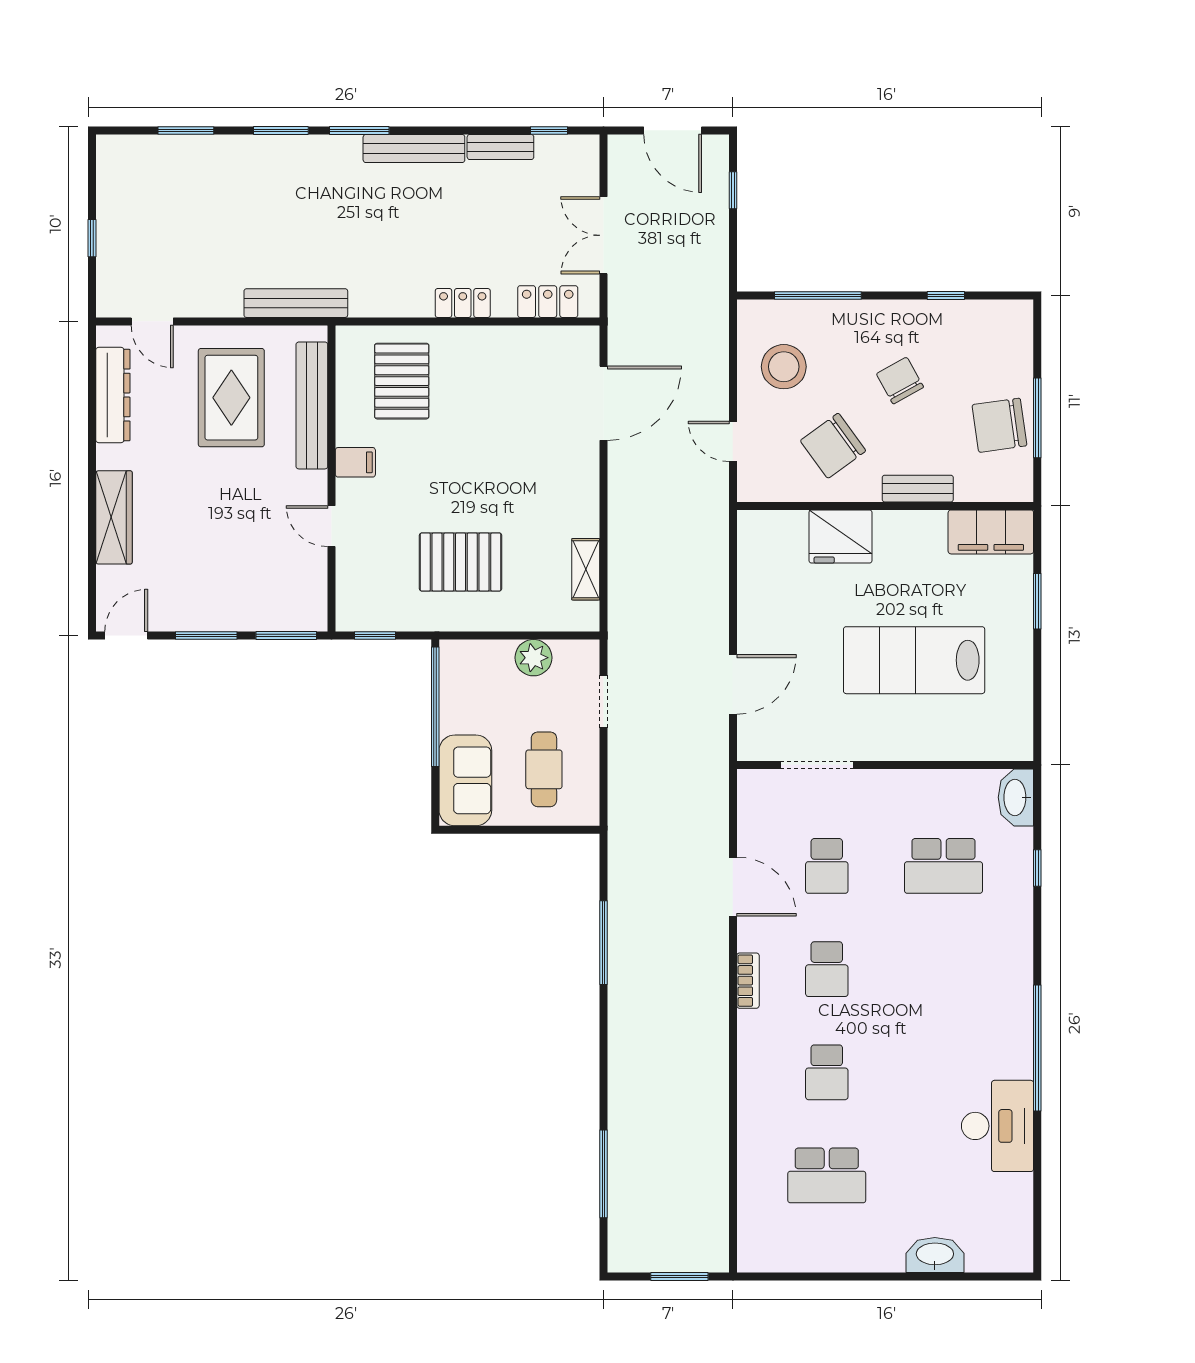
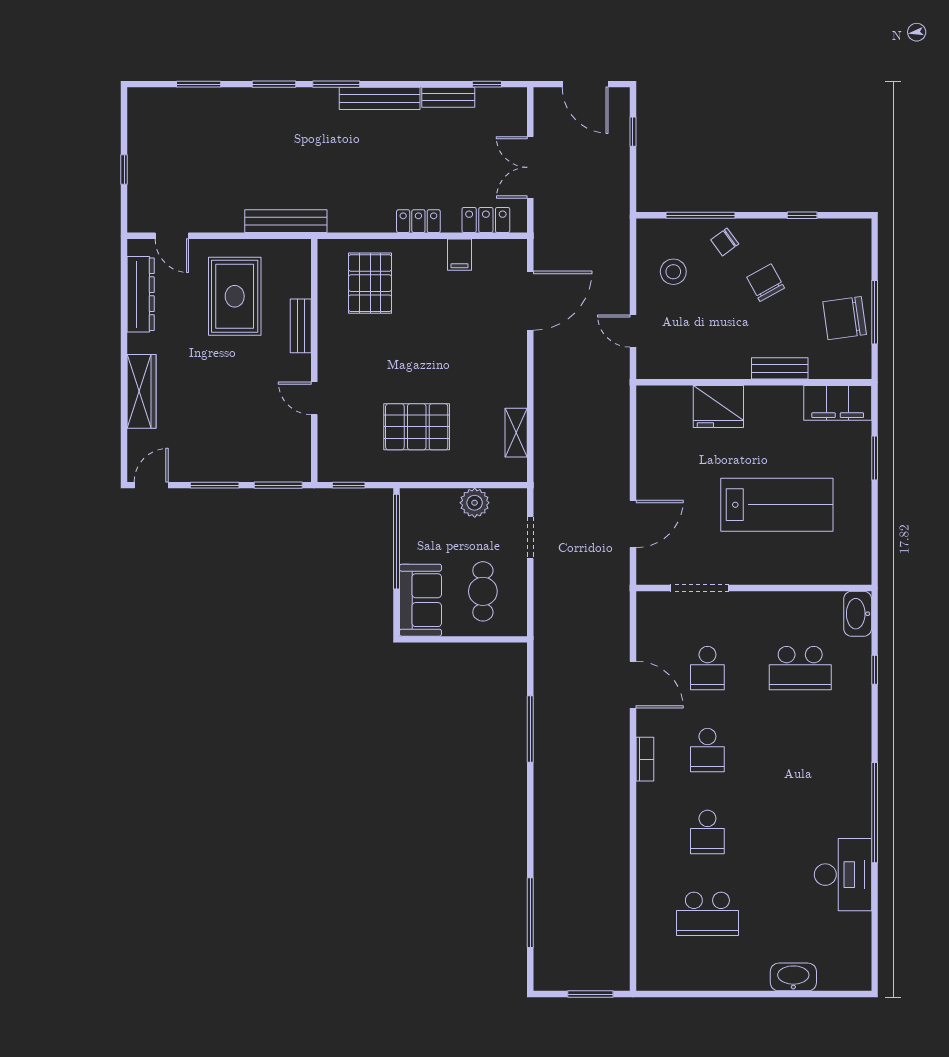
stool: (784, 367) -> (673, 272), width x0.73, depth x0.73
bench: (312, 405) -> (301, 326), width x0.54, depth x0.82
chair: (833, 446) -> (725, 242), moved, width x0.54, depth x0.54
filing cabinet: (355, 462) -> (459, 255), moved, turned 90
lab bench: (914, 660) -> (777, 505), turned 180

